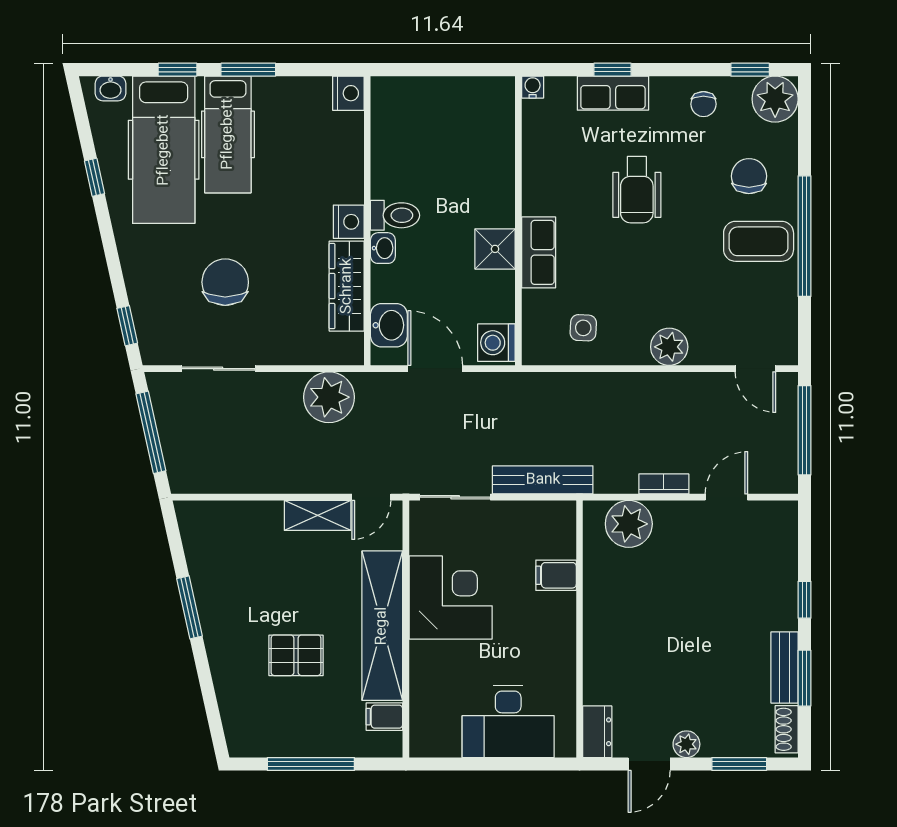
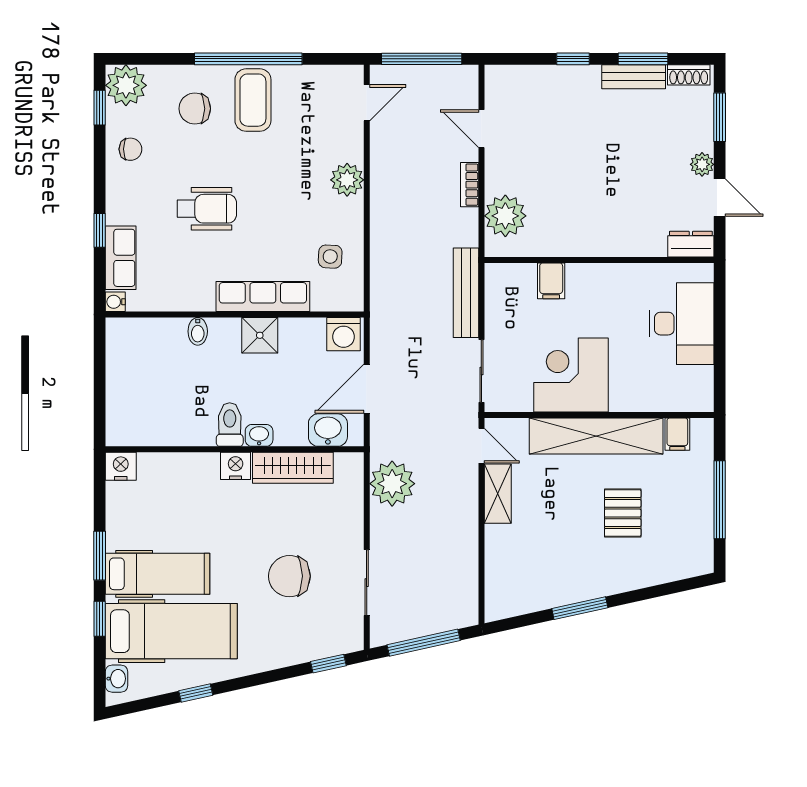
row of seats: (613, 93) -> (121, 258), moved
bidet: (499, 179) -> (198, 331), added
row of seats: (539, 252) -> (263, 296), width x1.48

